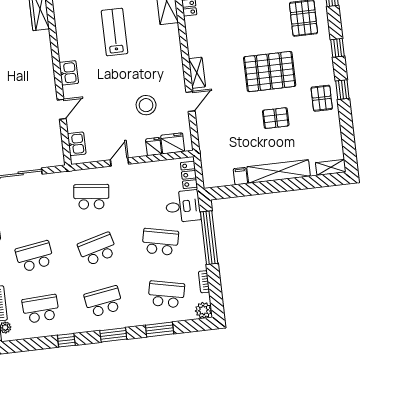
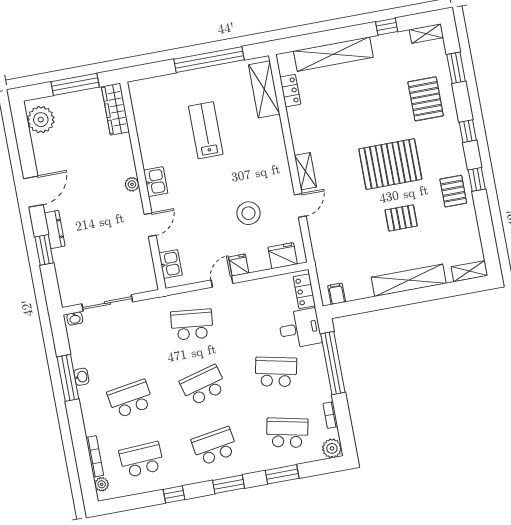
plant: (48, 74) -> (132, 184), added
fridge: (154, 147) -> (239, 265), moved
filing cabinet: (240, 176) -> (337, 294), moved

